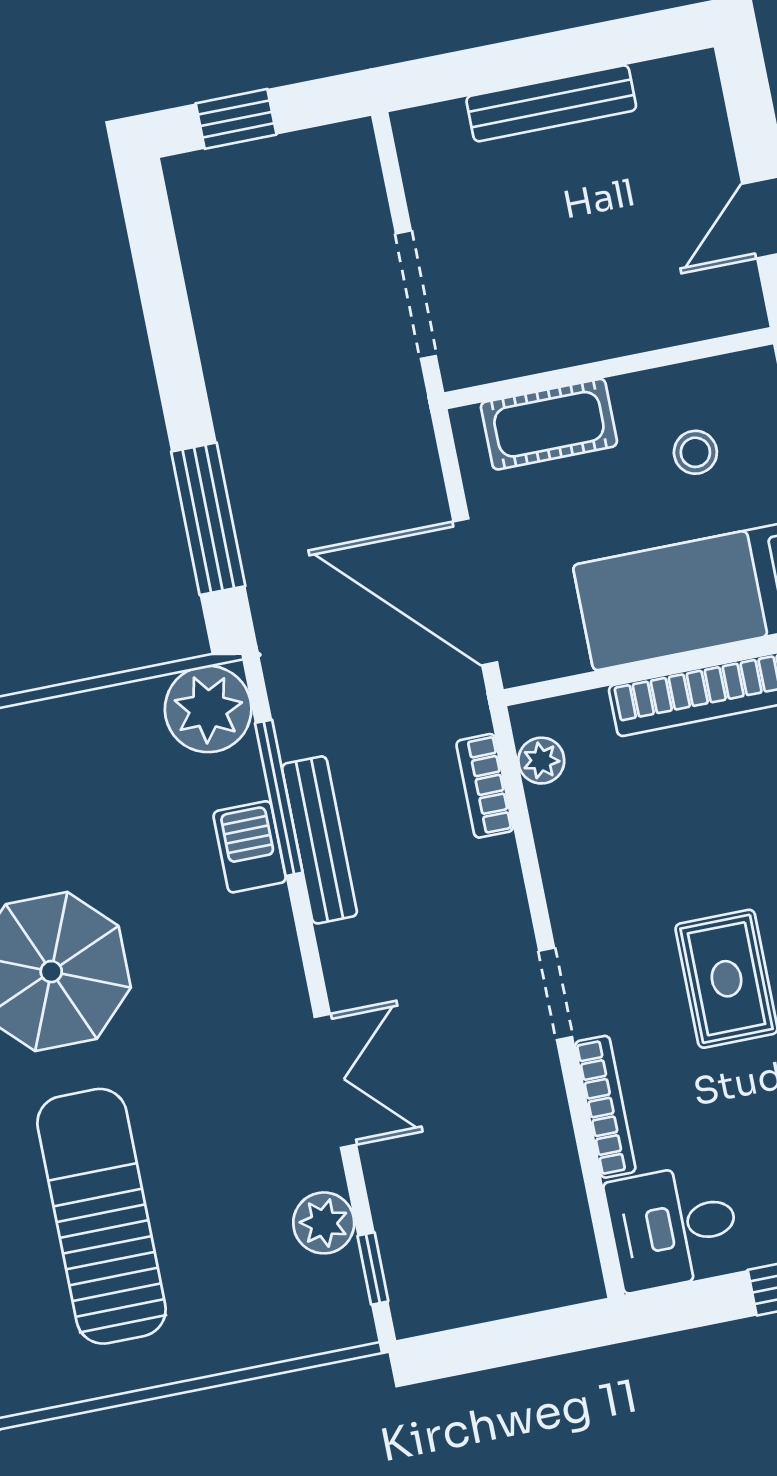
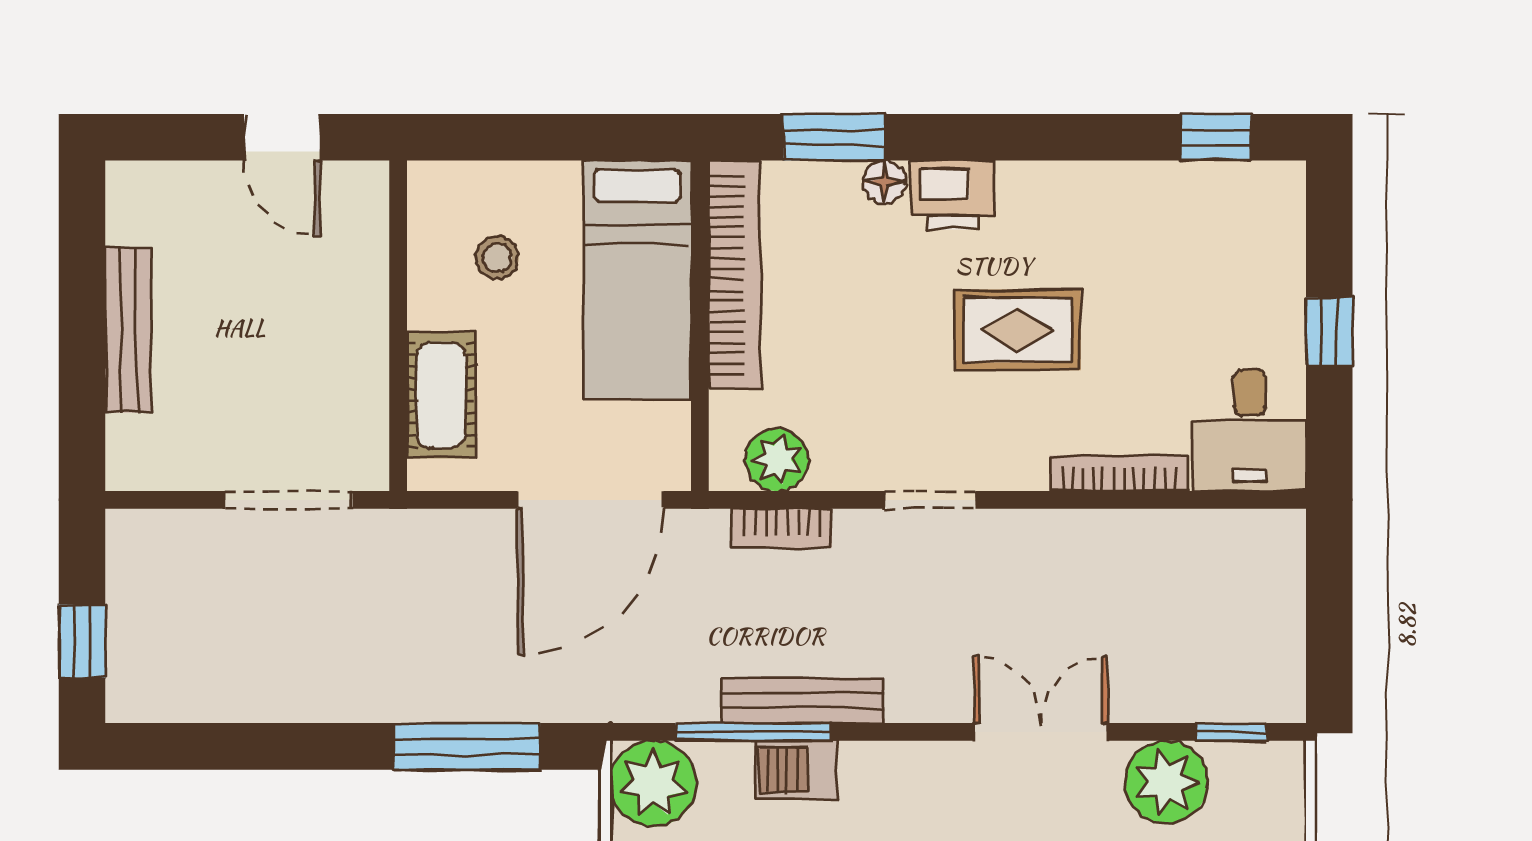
plant: (541, 761) -> (777, 460), width x1.38, depth x1.38
doorway: (556, 994) -> (930, 500), moved
plant: (324, 1223) -> (1166, 782), width x1.36, depth x1.36

